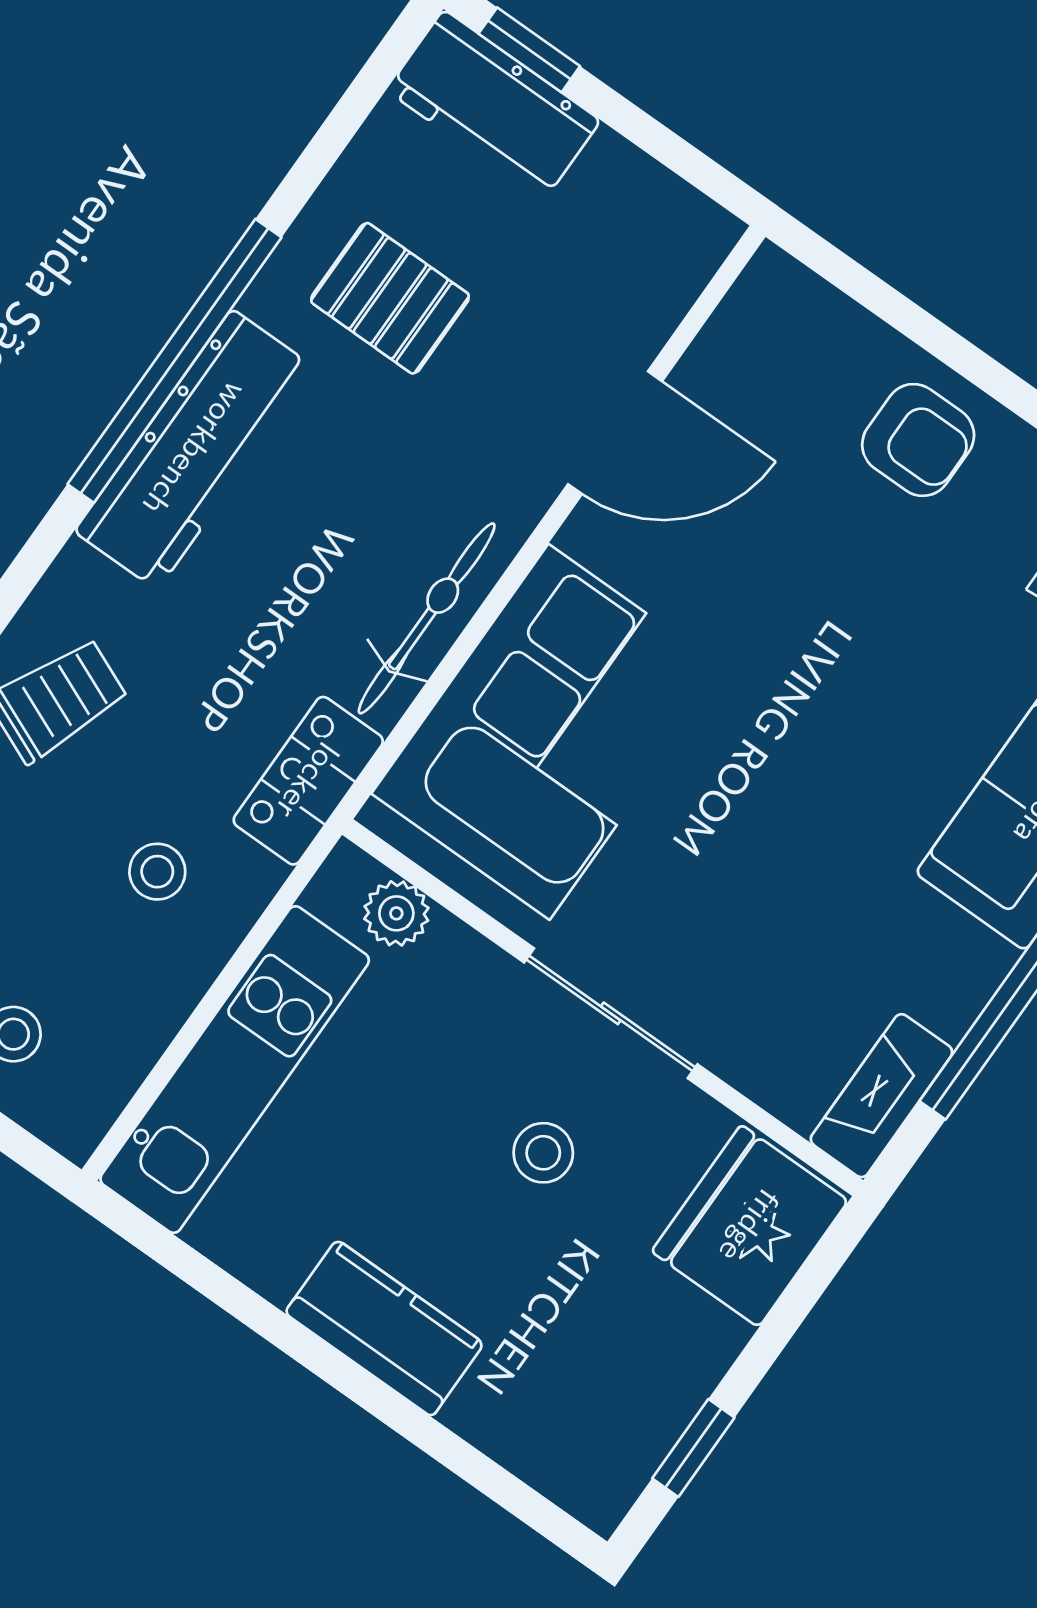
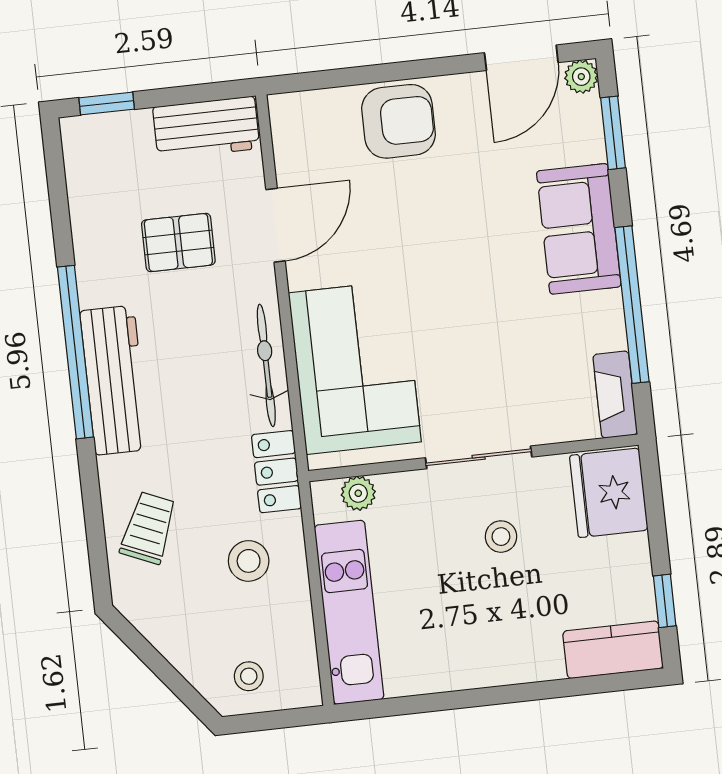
workbench: (493, 105) -> (206, 128), moved
pallet: (390, 298) -> (178, 242), moved
armchair: (918, 440) -> (399, 121), width x1.38, depth x1.38
stool: (157, 872) -> (249, 561), width x1.37, depth x1.37
kitchen counter: (384, 1328) -> (613, 650), moved

